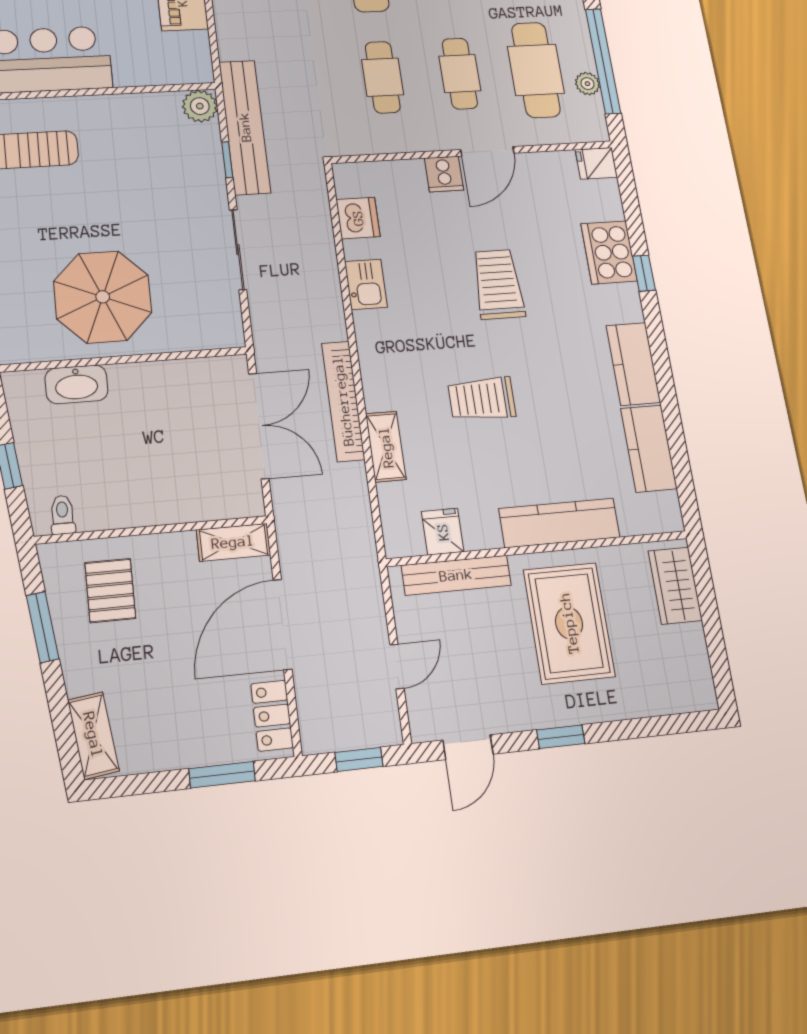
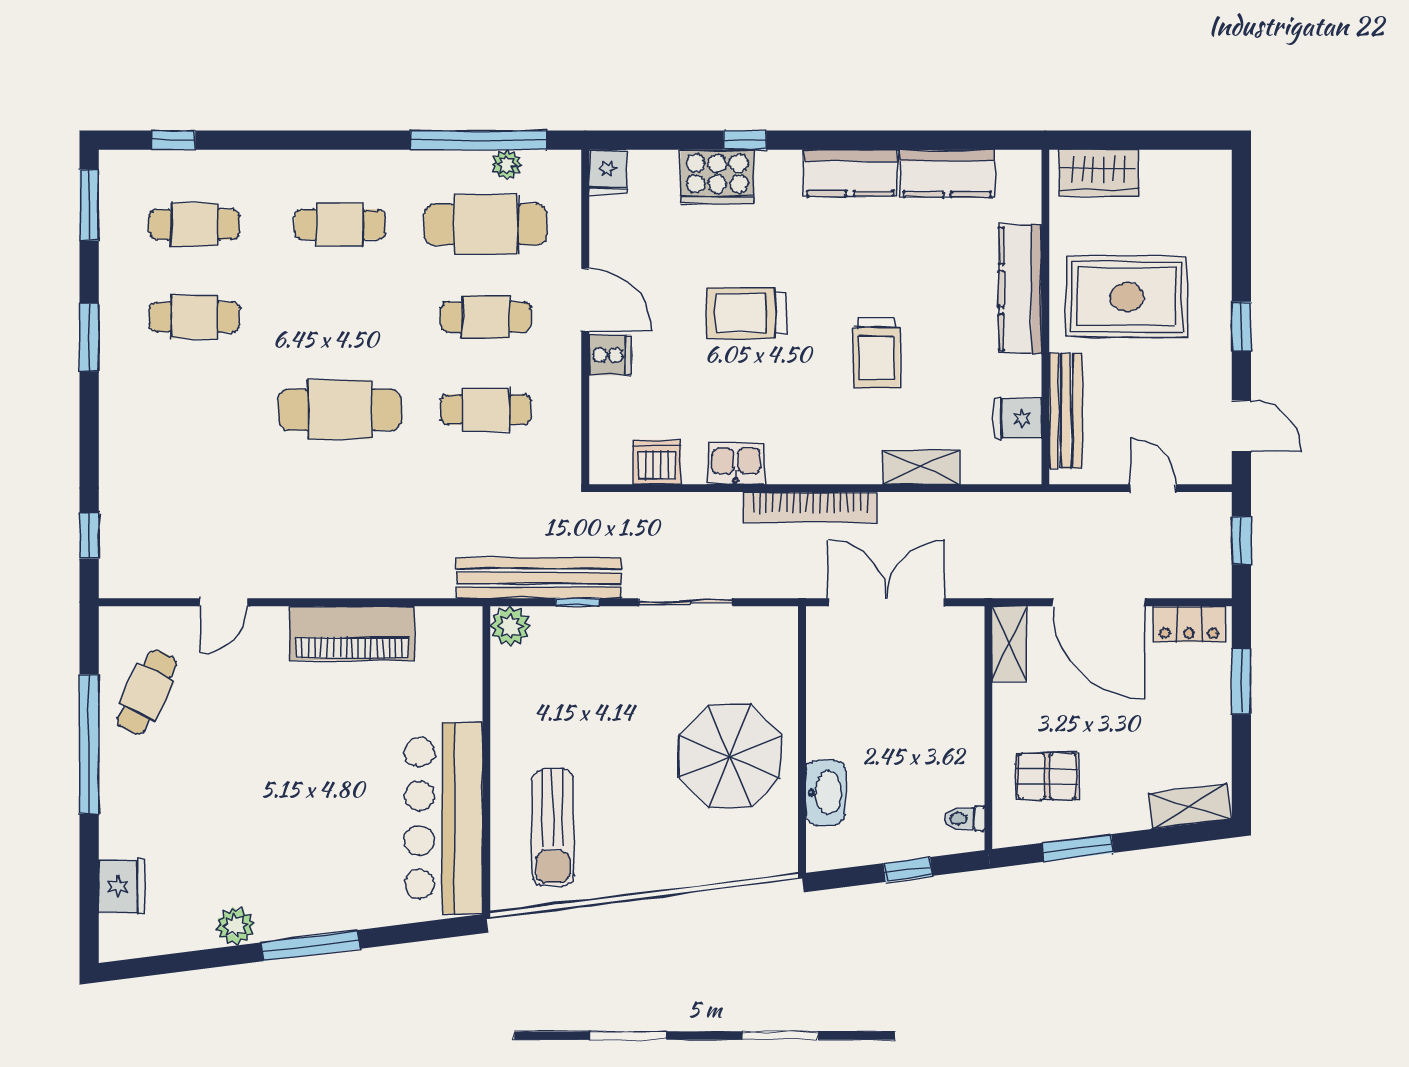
bookcase: (343, 401) -> (810, 507), moved

